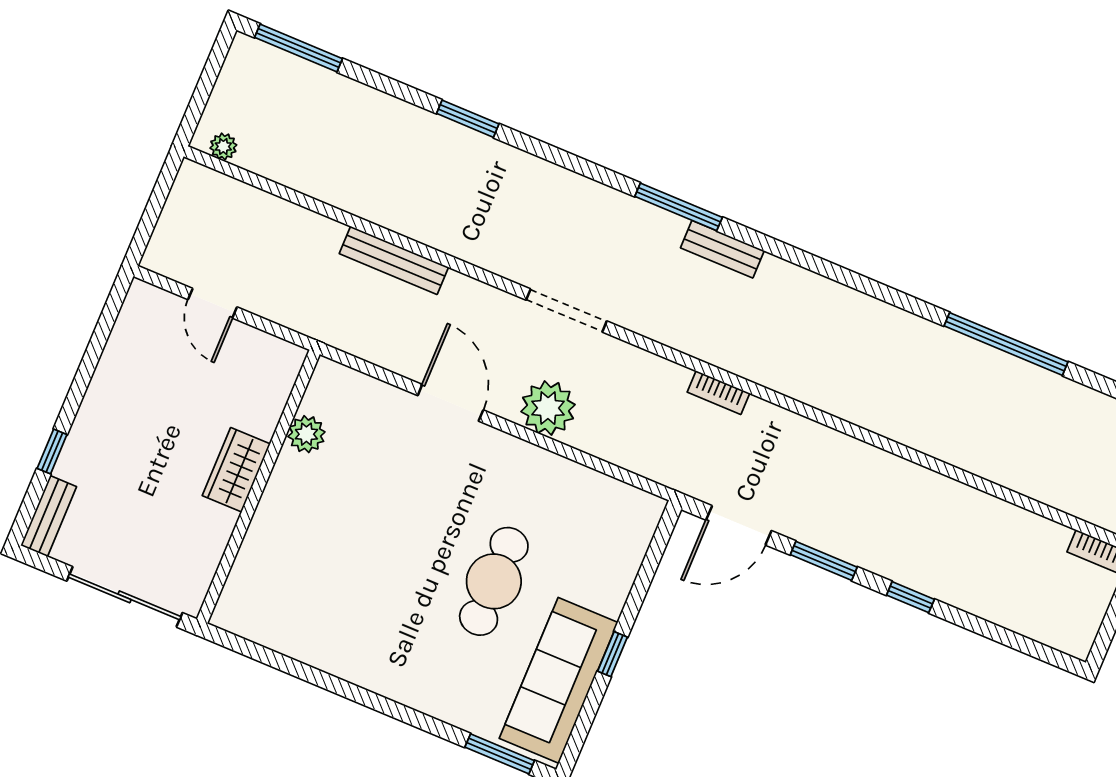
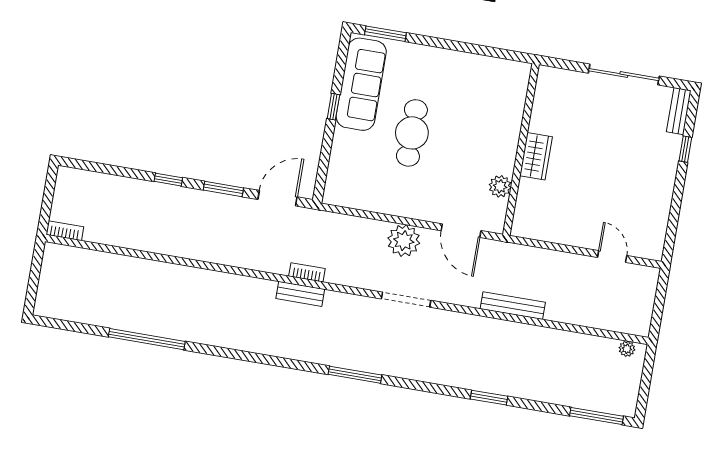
bench: (722, 249) -> (300, 294), moved
plant: (306, 434) -> (500, 186), moved
wardrobe: (236, 470) -> (536, 156), moved
wall: (258, 487) -> (521, 149), moved

